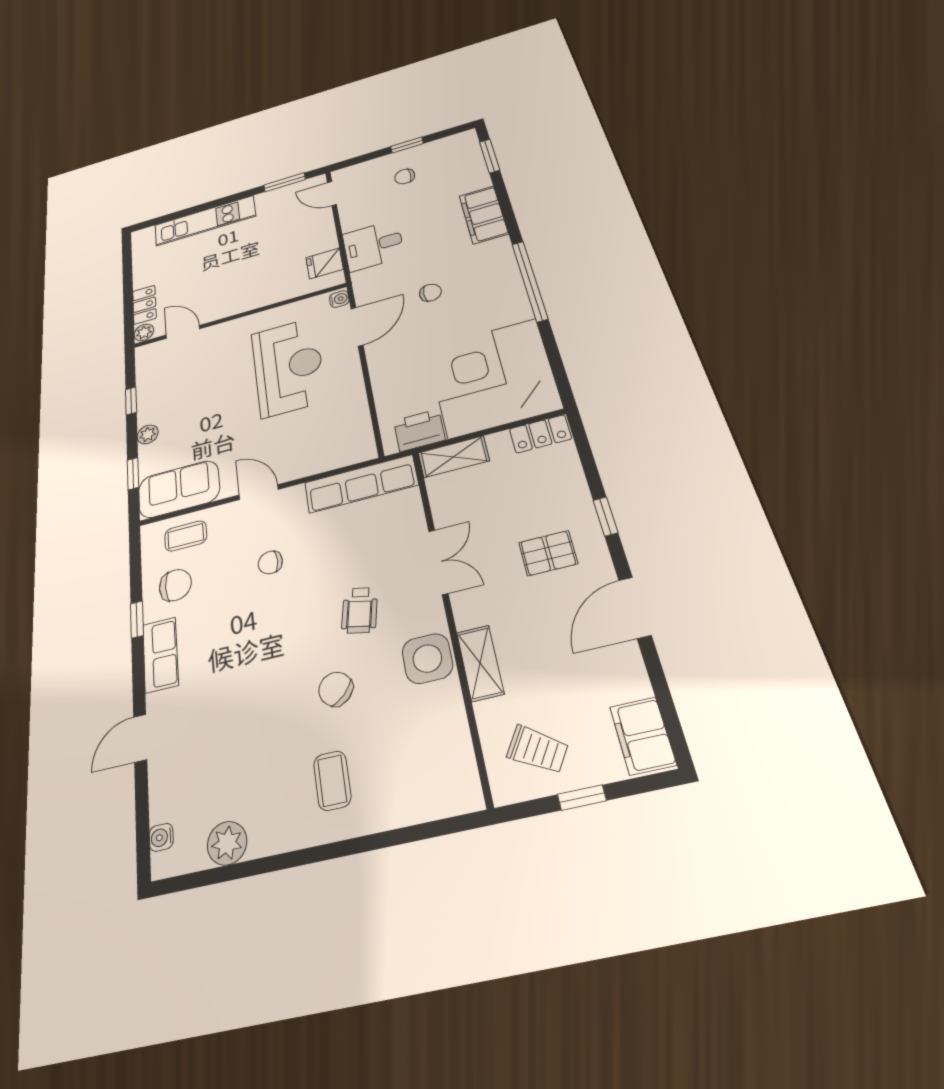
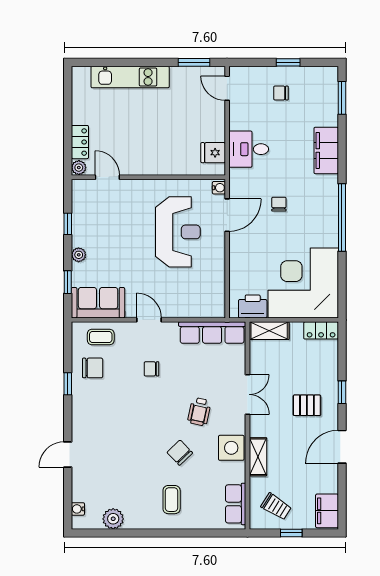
chair: (430, 293) -> (279, 204), turned -90
row of seats: (160, 655) -> (236, 504), moved, turned 180

